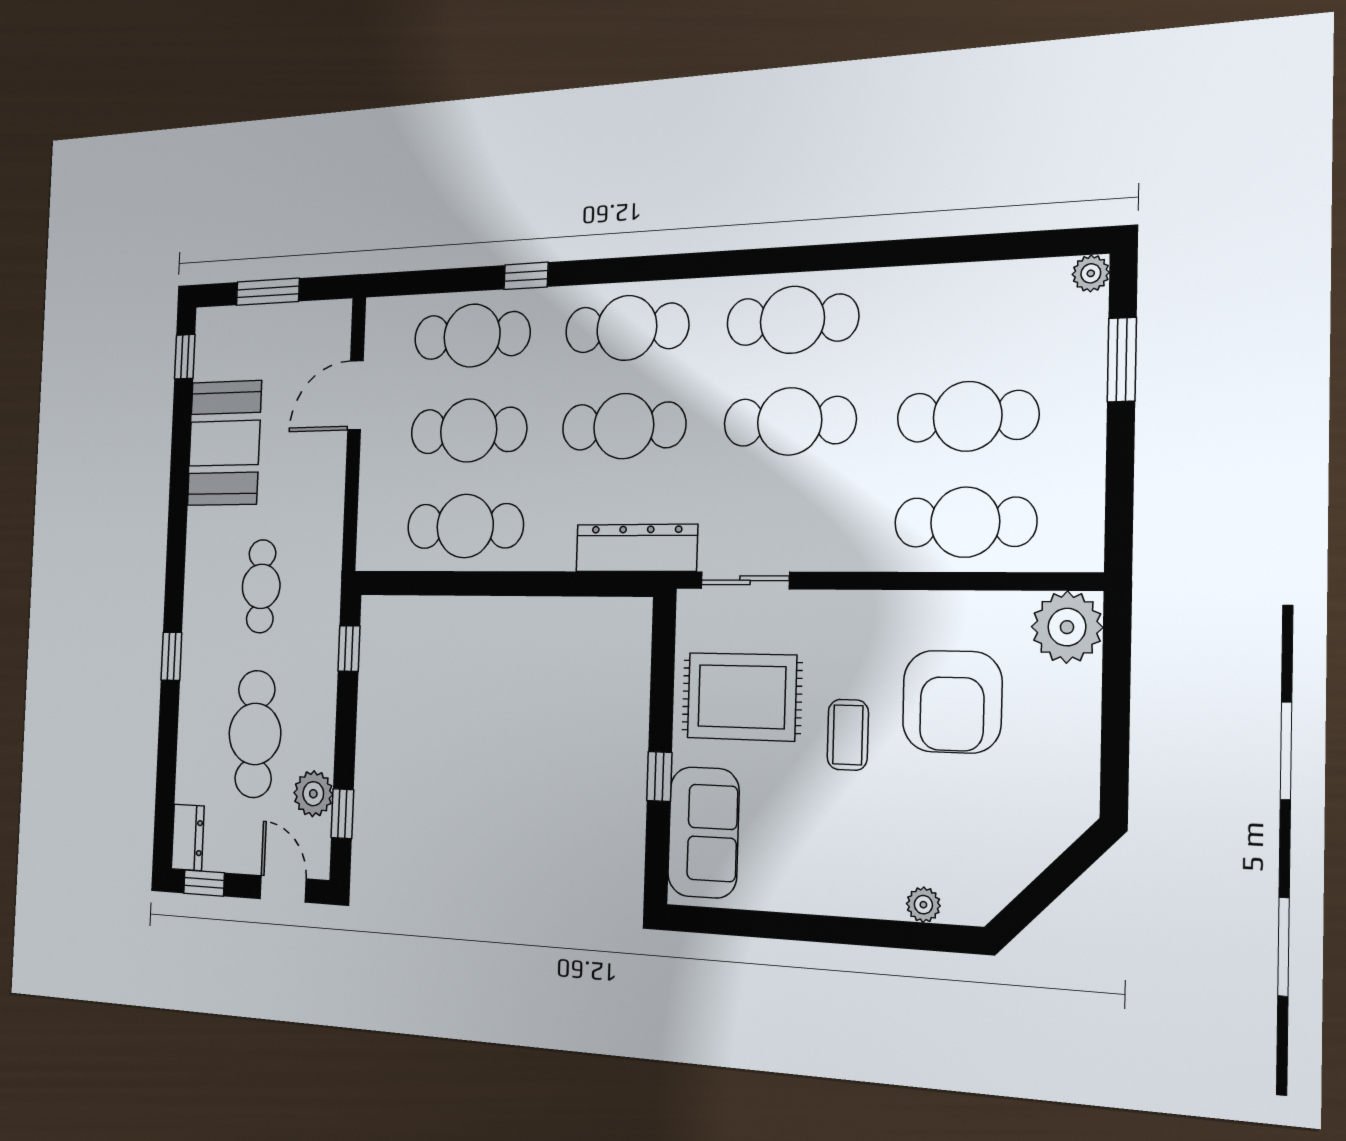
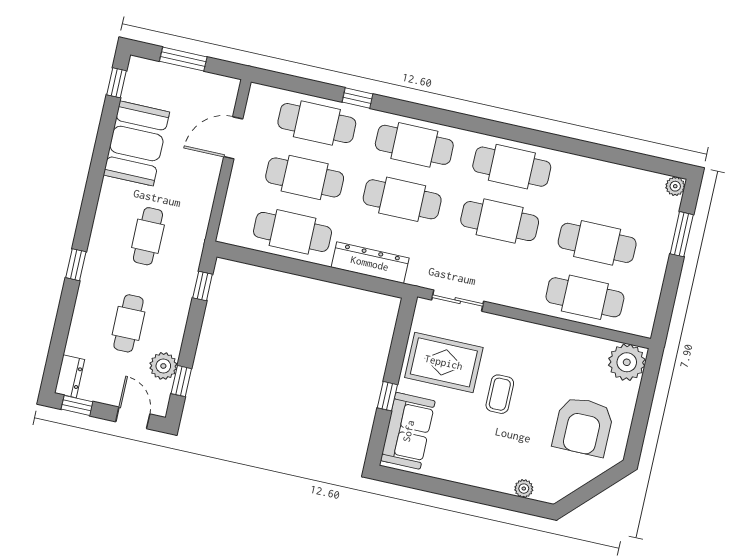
dresser: (636, 548) -> (370, 263), moved
armchair: (952, 702) -> (583, 426), moved
cafe table: (255, 734) -> (128, 323), width x0.73, depth x0.74

